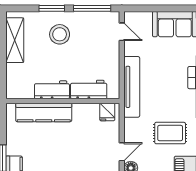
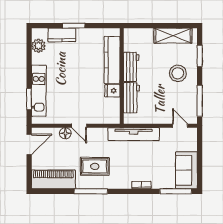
window: (52, 8) -> (200, 56), moved
door: (122, 32) -> (180, 126), swing flipped
fridge: (107, 112) -> (112, 91), moved
rug: (170, 133) -> (95, 166), turned 90

